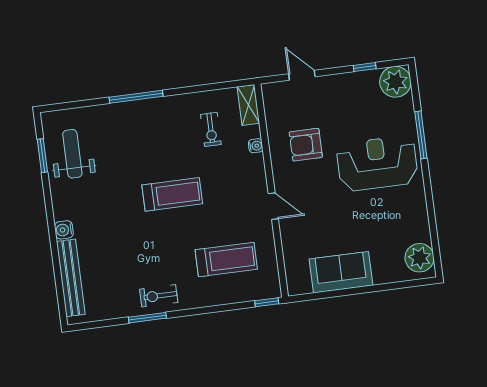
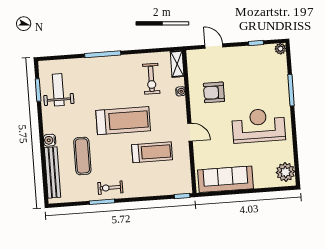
plant: (395, 82) -> (280, 49), width x0.53, depth x0.53
exercise bike: (211, 129) -> (151, 79), width x1.38, depth x1.39
reception desk: (377, 163) -> (259, 126), moved
treadmill: (172, 194) -> (123, 121), width x1.37, depth x1.38
exercise mat: (114, 251) -> (82, 156), added
treadmill: (226, 259) -> (152, 152), moved
sofa: (341, 272) -> (226, 179), width x1.36

